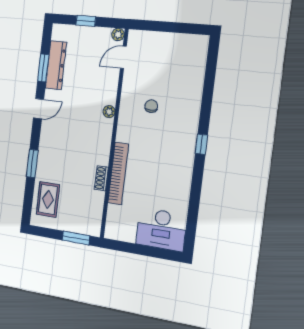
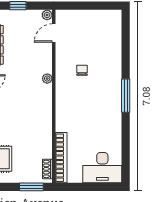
window: (201, 144) -> (126, 96), width x2.17
bookcase: (118, 173) -> (61, 158), moved
shoe rack: (101, 178) -> (47, 169), moved

